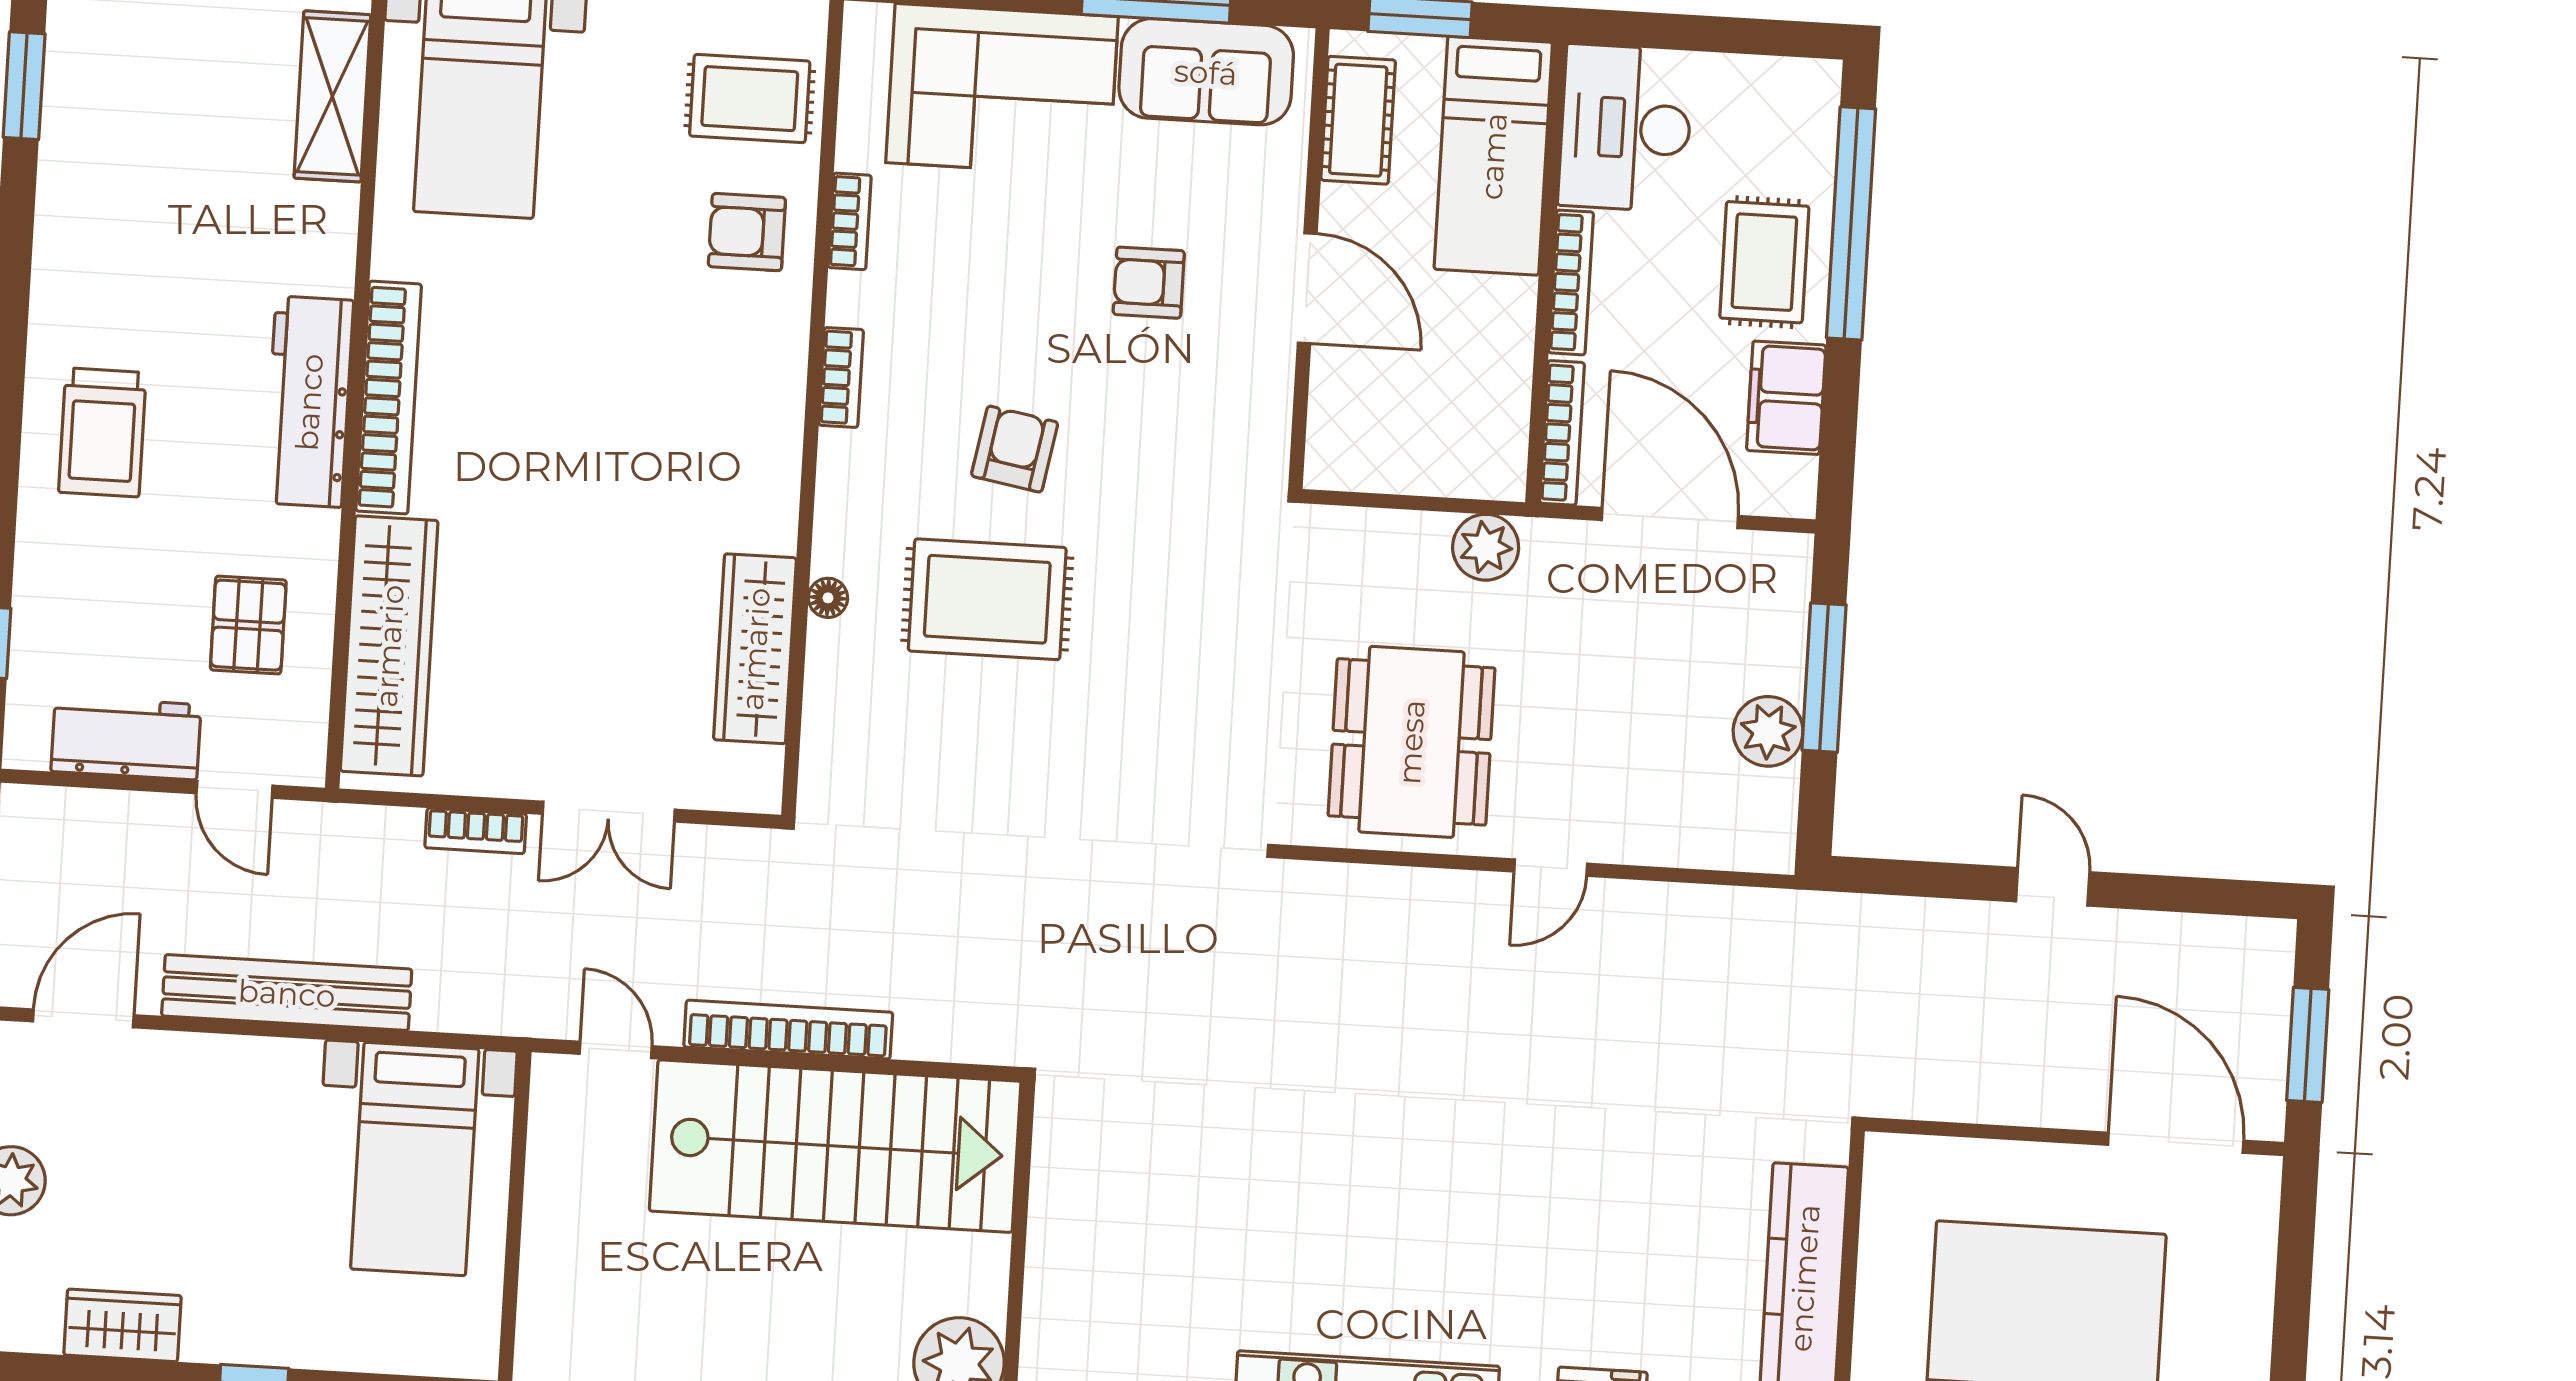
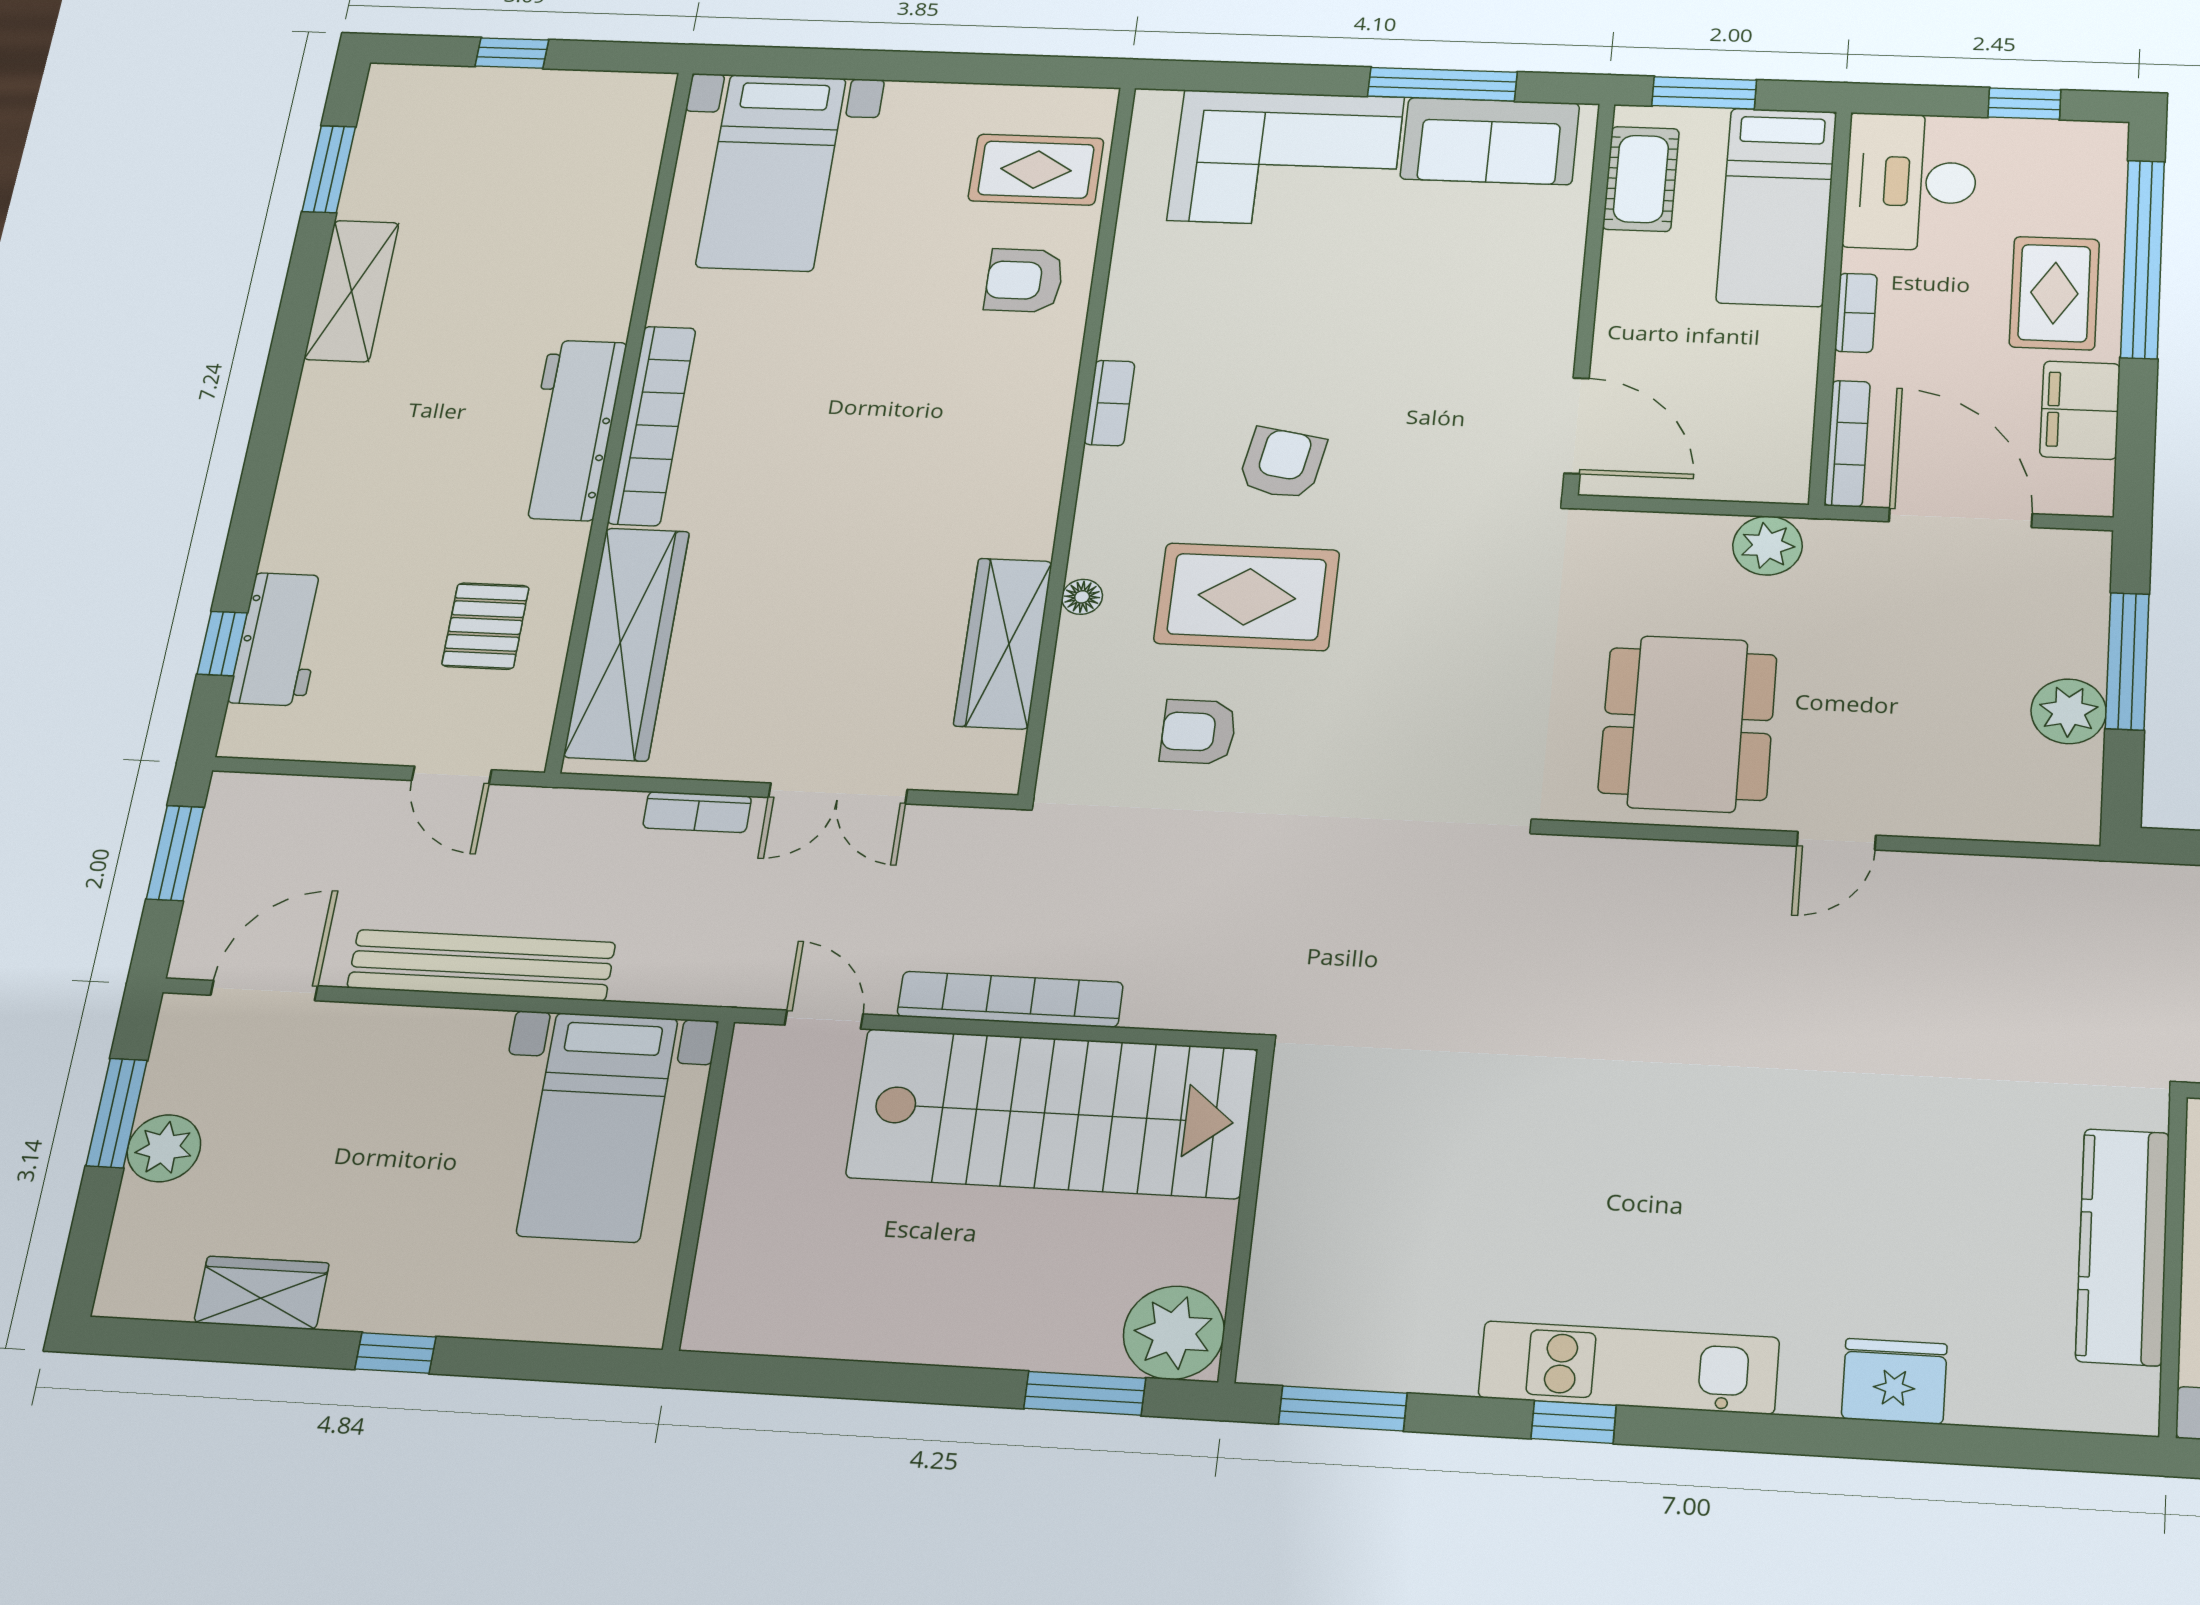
window: (1739, 36) -> (2024, 104), added
shelving: (332, 96) -> (352, 291), moved
bookcase: (850, 221) -> (1128, 270), removed
bookcase: (1571, 282) -> (1856, 313), width x0.64
armchair: (1149, 283) -> (1198, 732), moved
door: (1307, 288) -> (1577, 426), moved
trolley: (102, 432) -> (362, 458), removed
workbench: (126, 738) -> (279, 639), moved, turned 90

